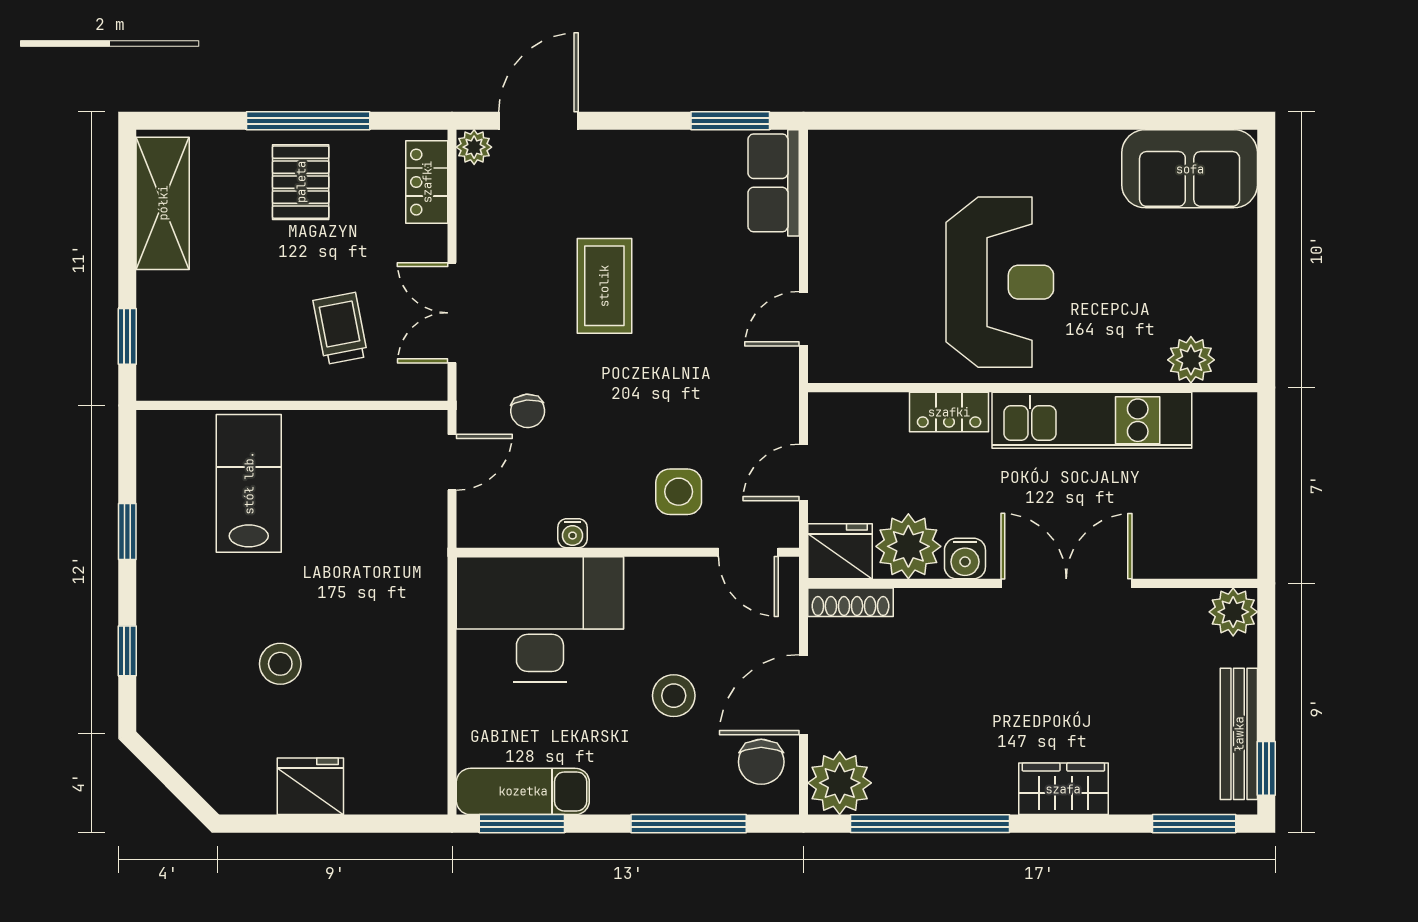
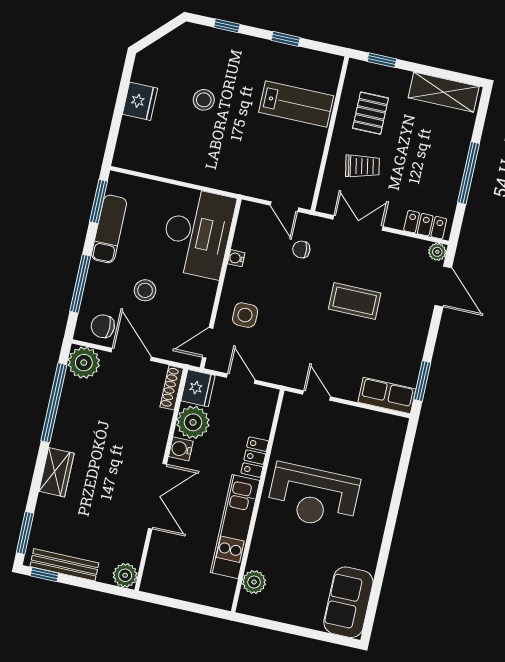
pallet: (301, 182) -> (371, 113), moved, turned 90
exam couch: (523, 791) -> (109, 229), moved

